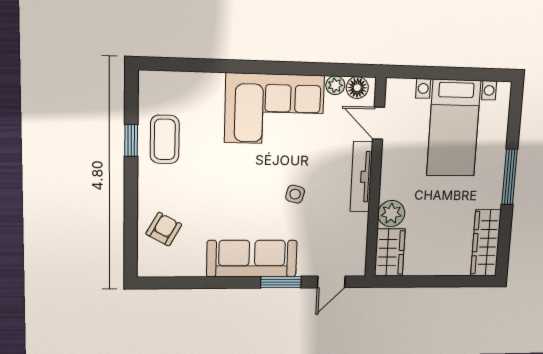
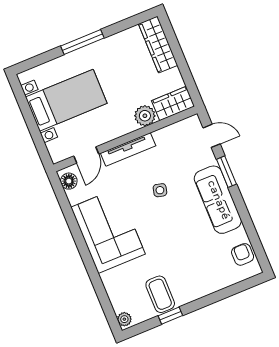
plant: (335, 85) -> (124, 319), moved
coffee table: (165, 139) -> (160, 294), turned 90
armchair: (164, 229) -> (243, 254), moved, turned 61
wardrobe: (486, 243) -> (158, 45), moved, turned 90

